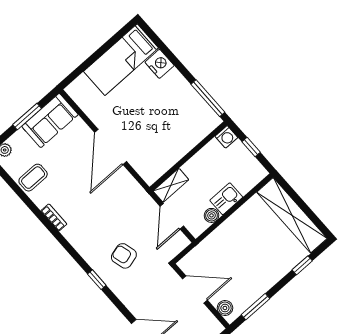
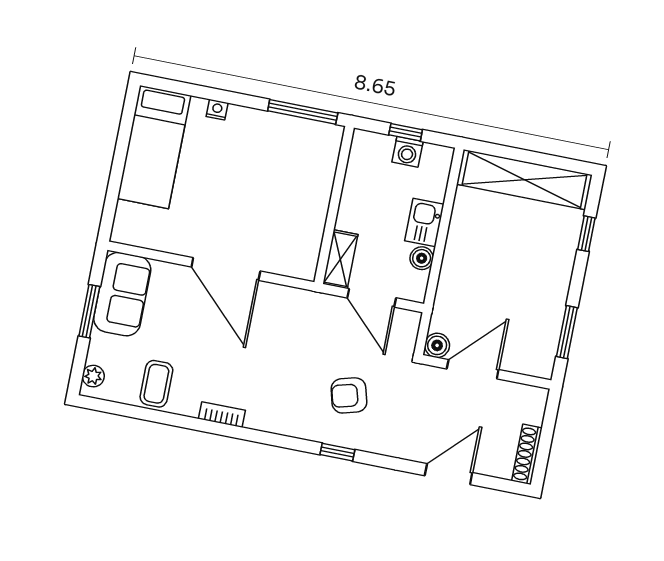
nightstand: (160, 64) -> (217, 110), width x0.53, depth x0.56
washing machine: (226, 137) -> (408, 152), moved, turned 90
boiler: (225, 308) -> (437, 345), moved

